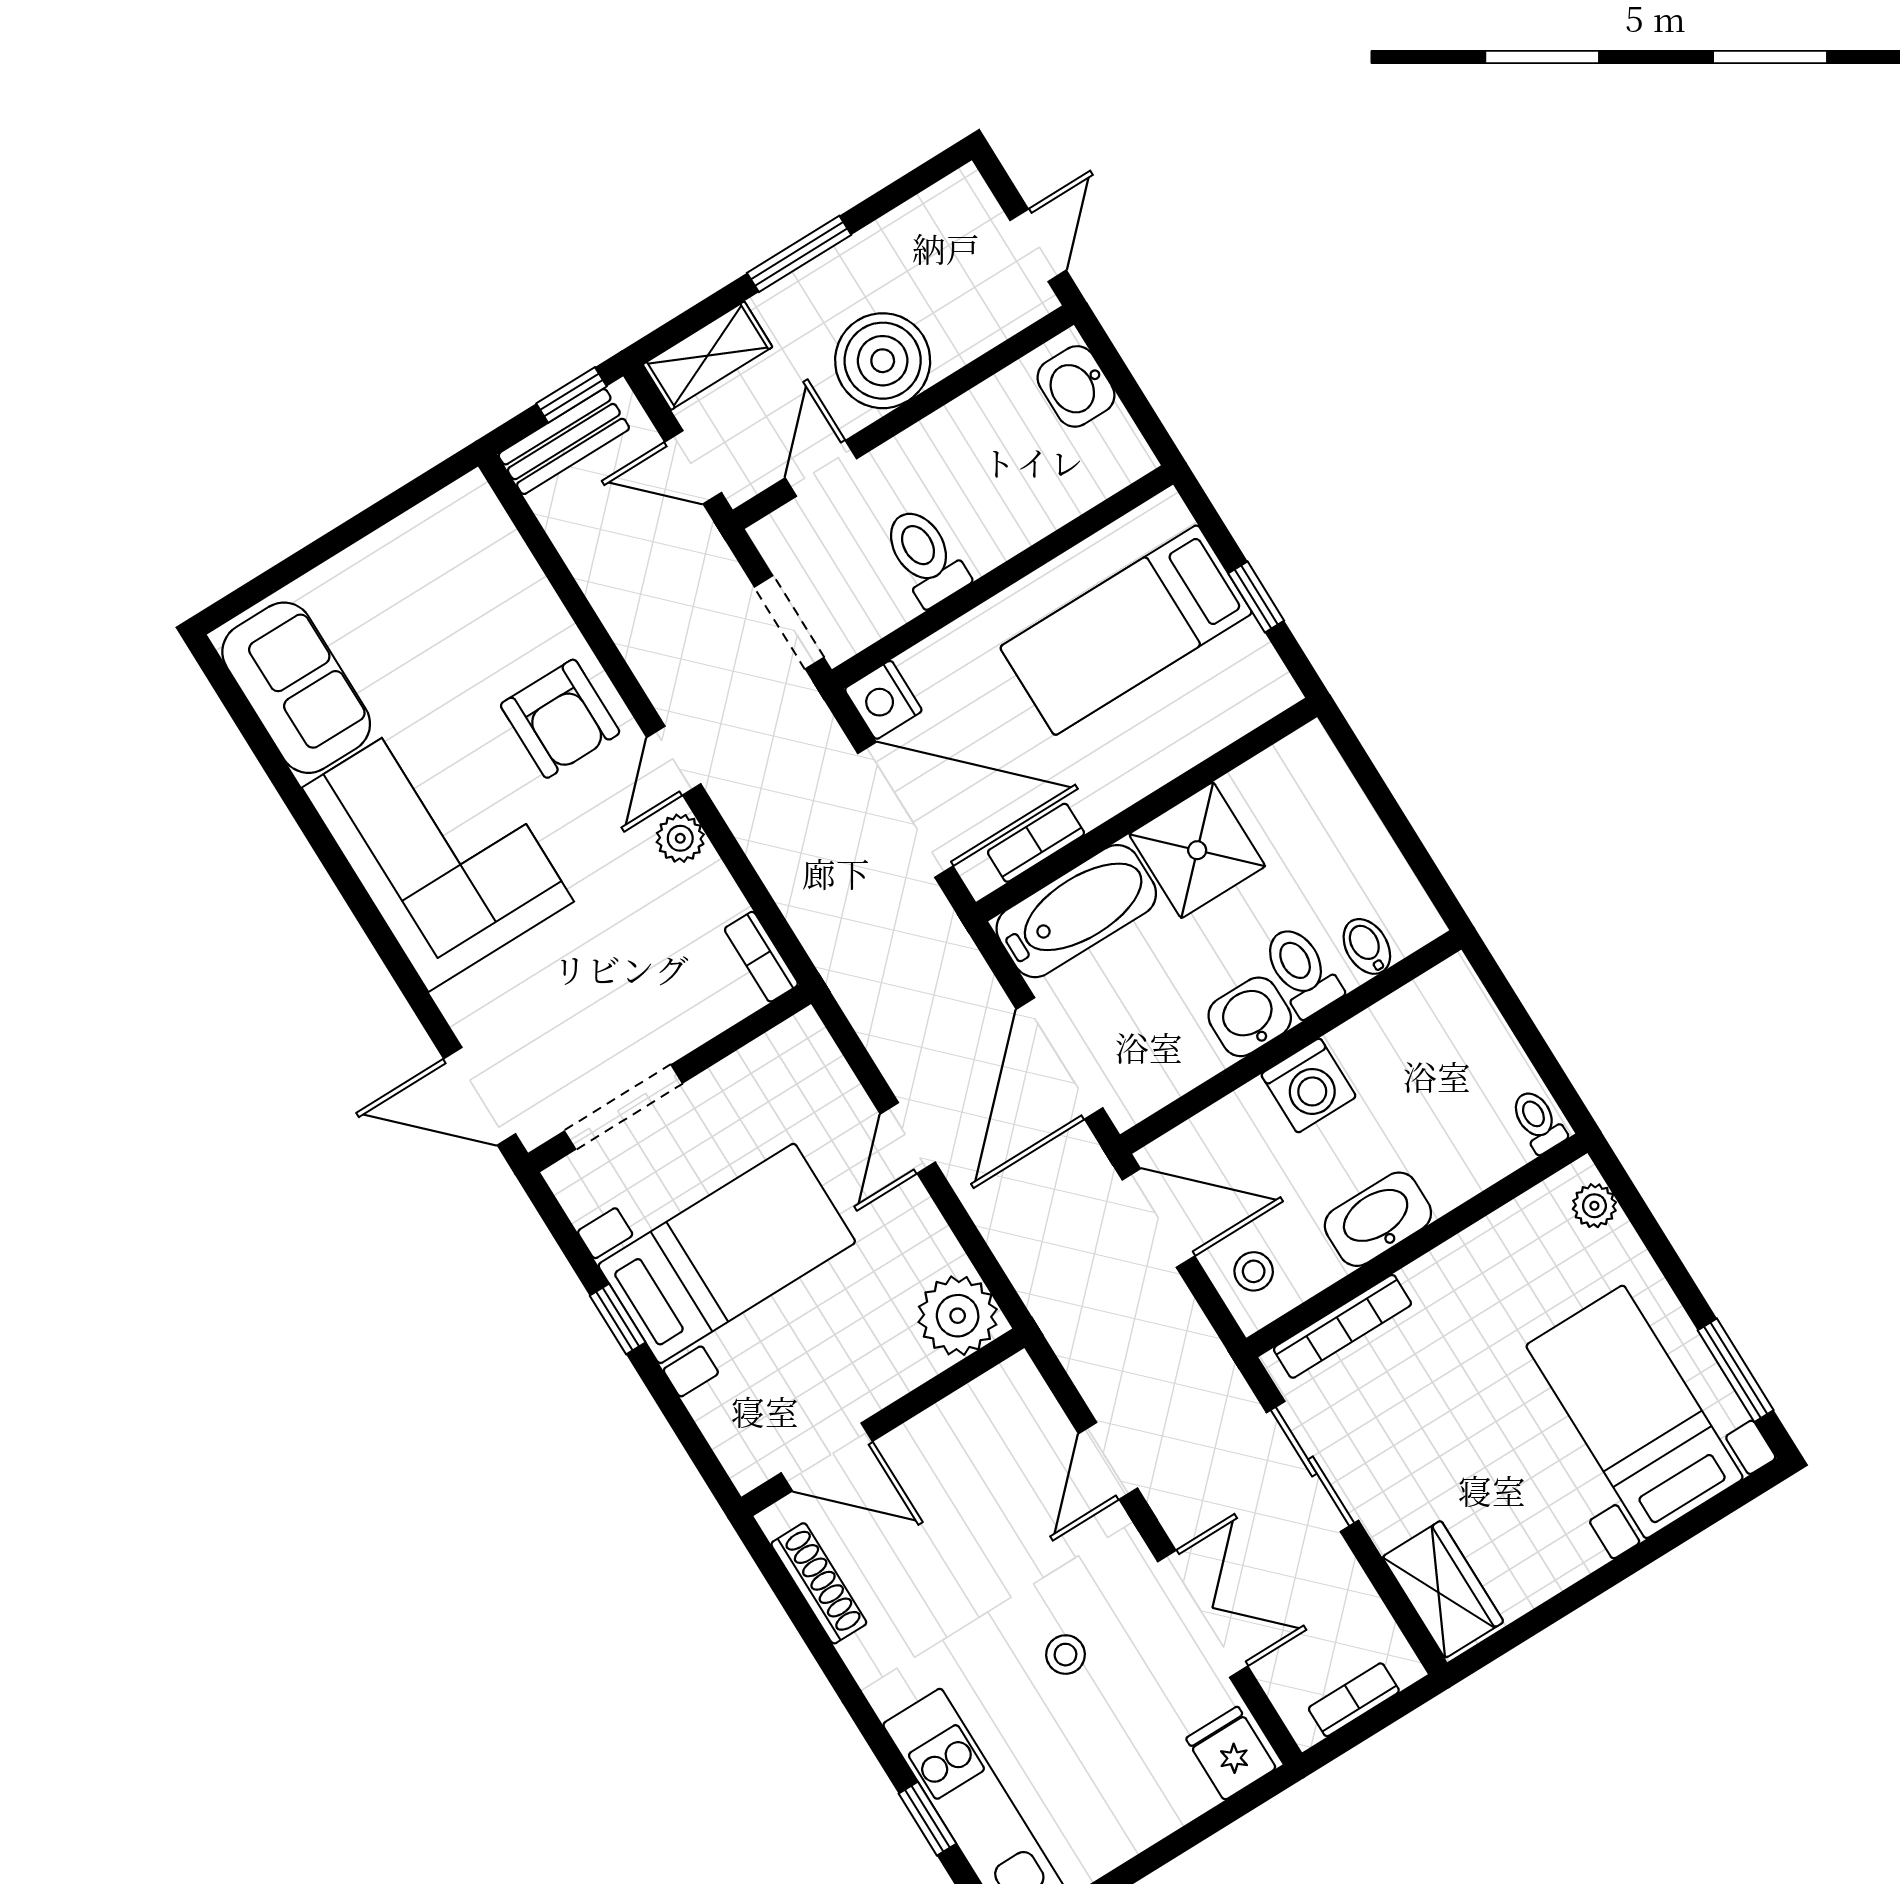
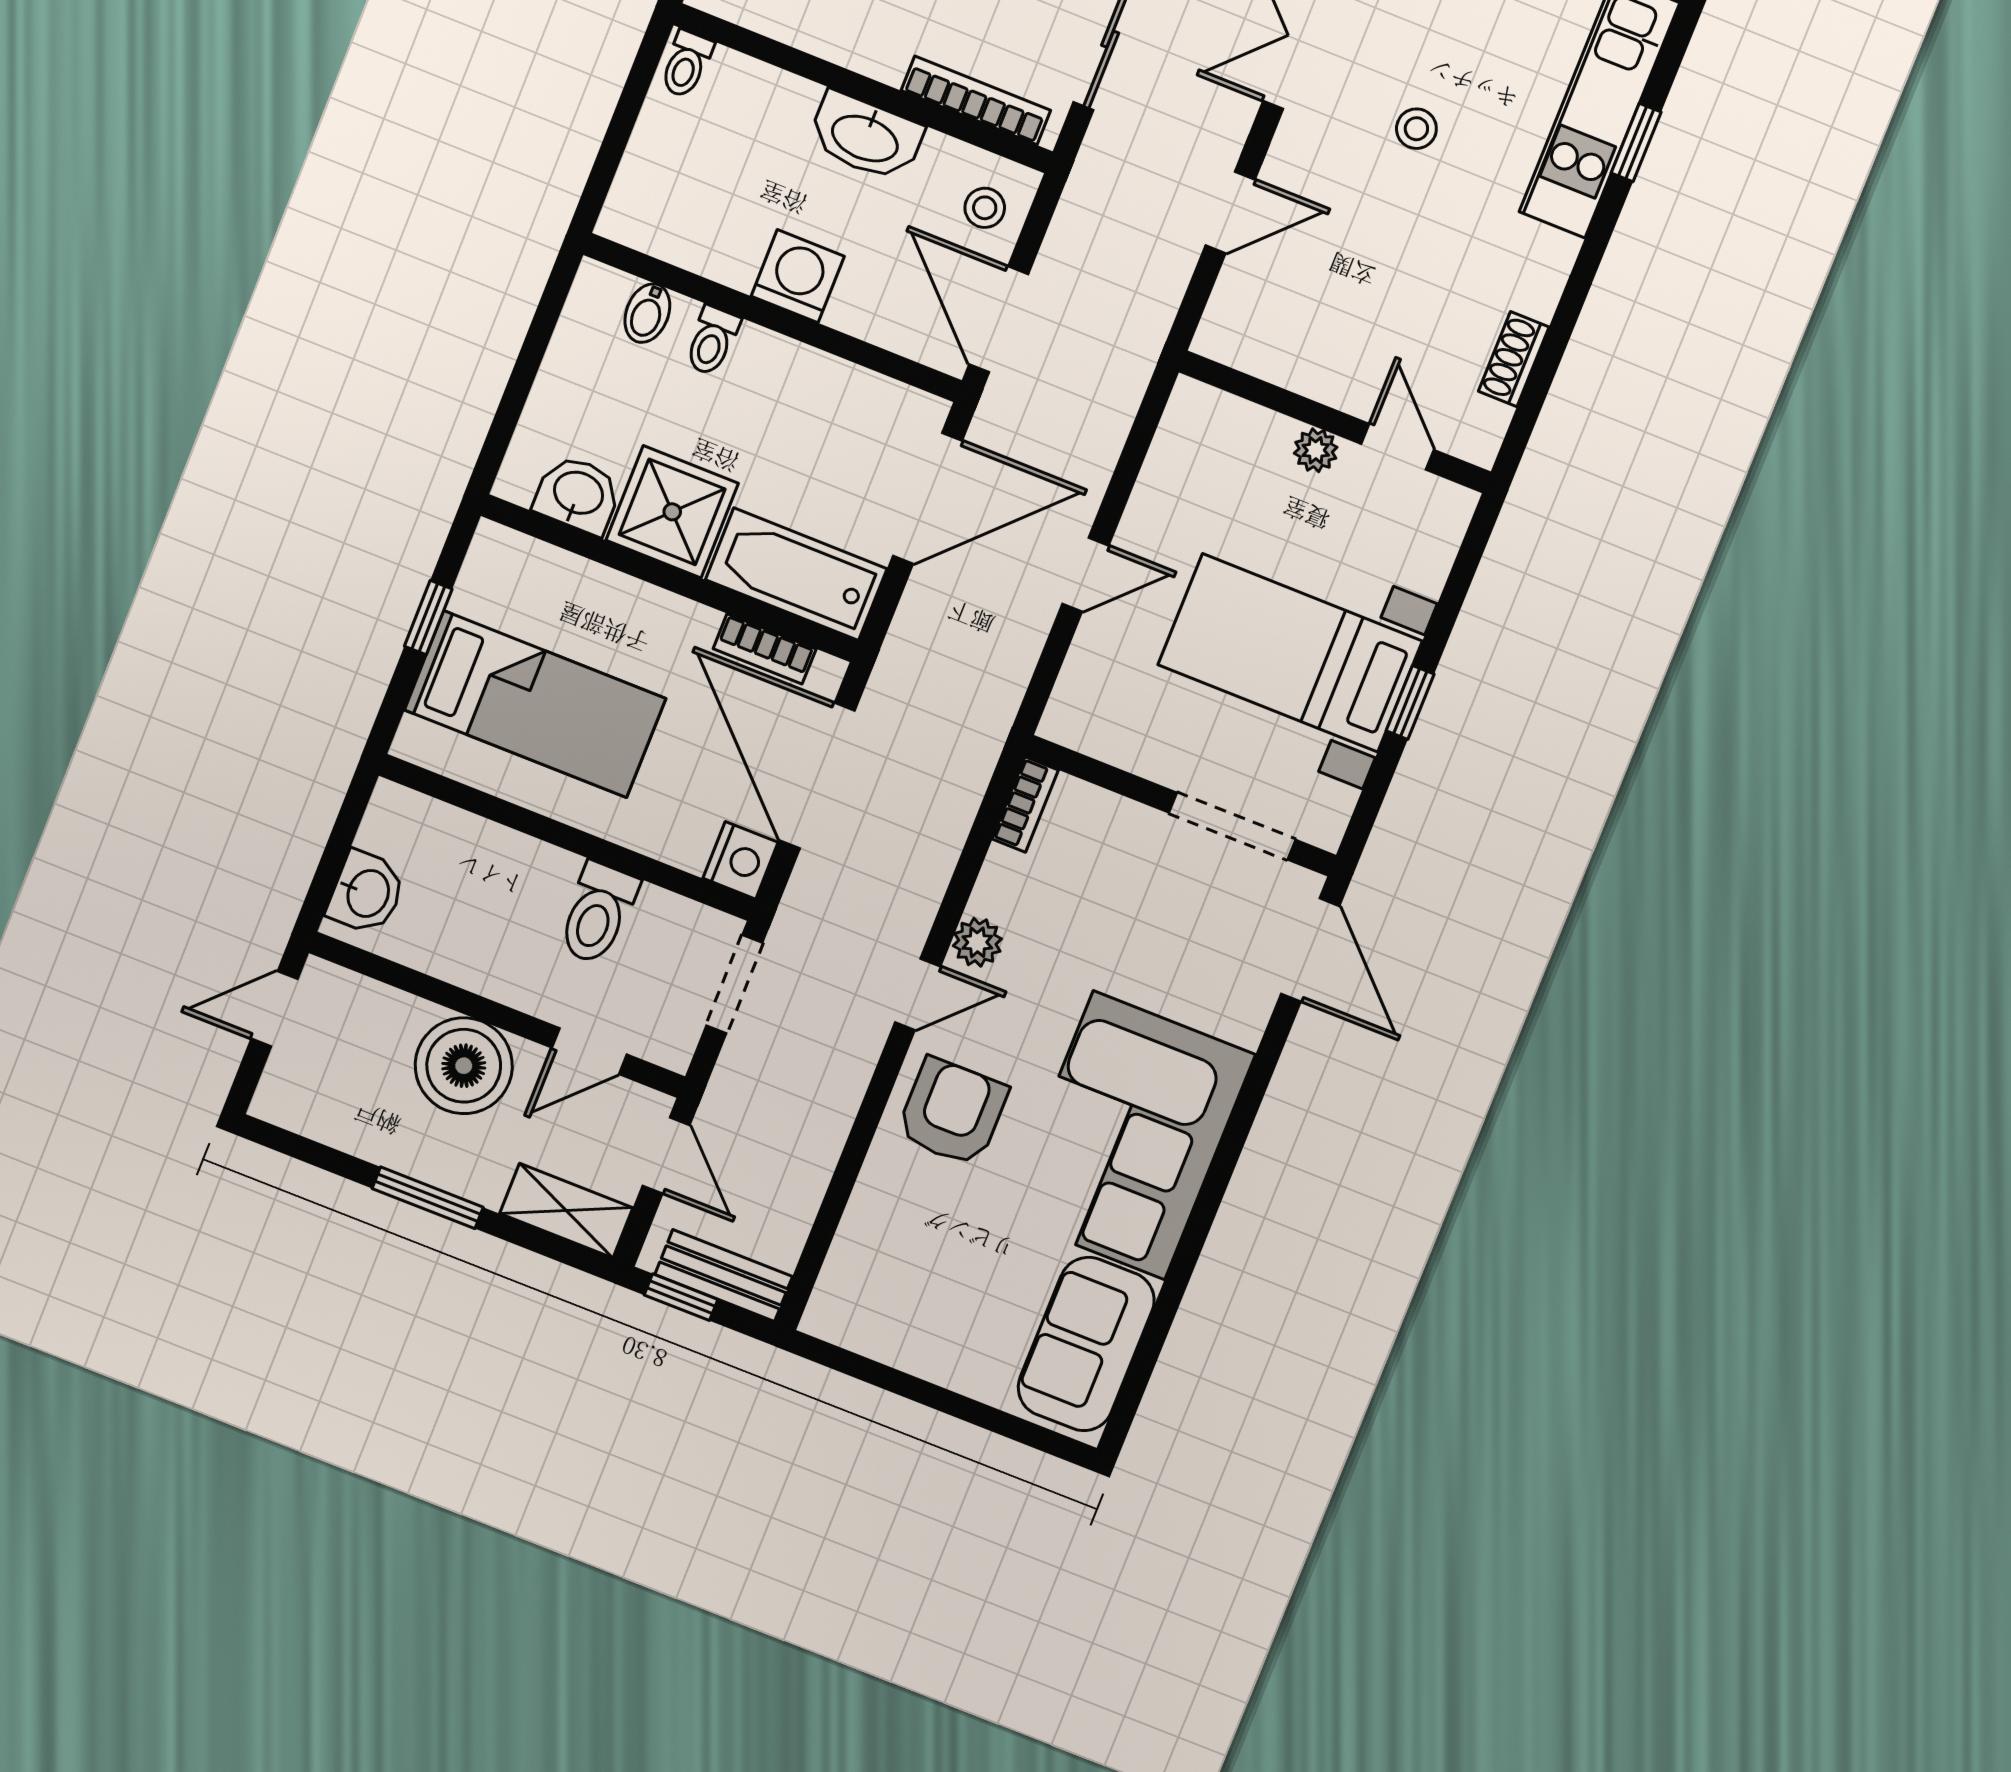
toilet: (1301, 971) -> (712, 341), width x0.73, depth x0.72
washbasin: (1250, 1017) -> (578, 495), moved, turned 180
plant: (958, 1316) -> (1316, 450), moved, width x0.53, depth x0.53
door: (827, 1457) -> (1398, 447), width x0.73
shoe rack: (819, 1583) -> (1514, 359), width x0.70

